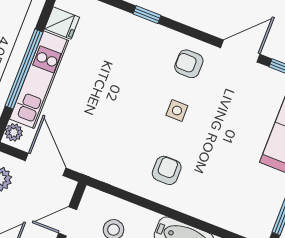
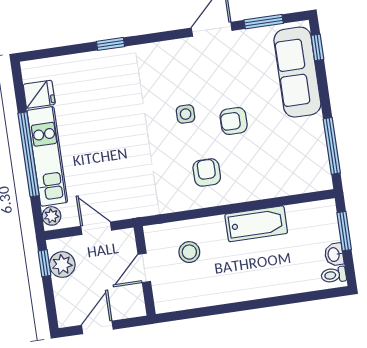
armchair: (189, 64) -> (234, 121), moved
door: (46, 164) -> (96, 228), width x0.73

